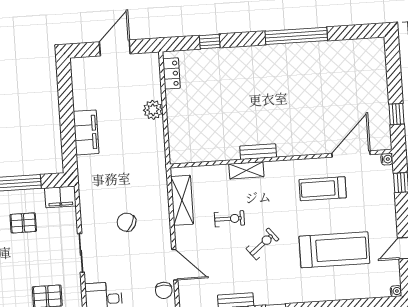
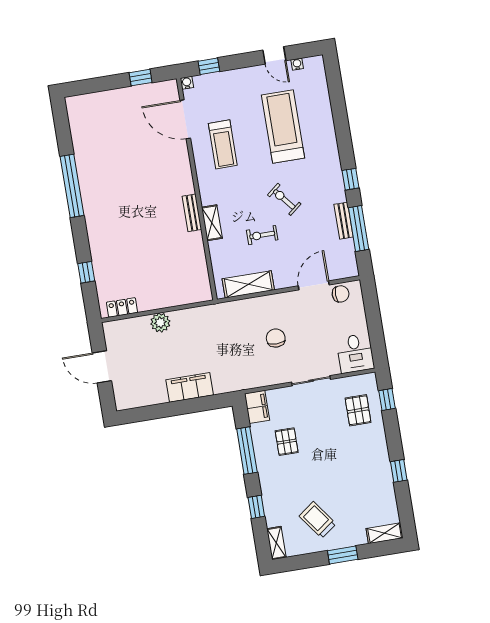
exercise bike: (229, 219) -> (262, 235), turned -90
chair: (126, 222) -> (276, 338), turned 153
water cooler: (396, 291) -> (297, 64), moved

